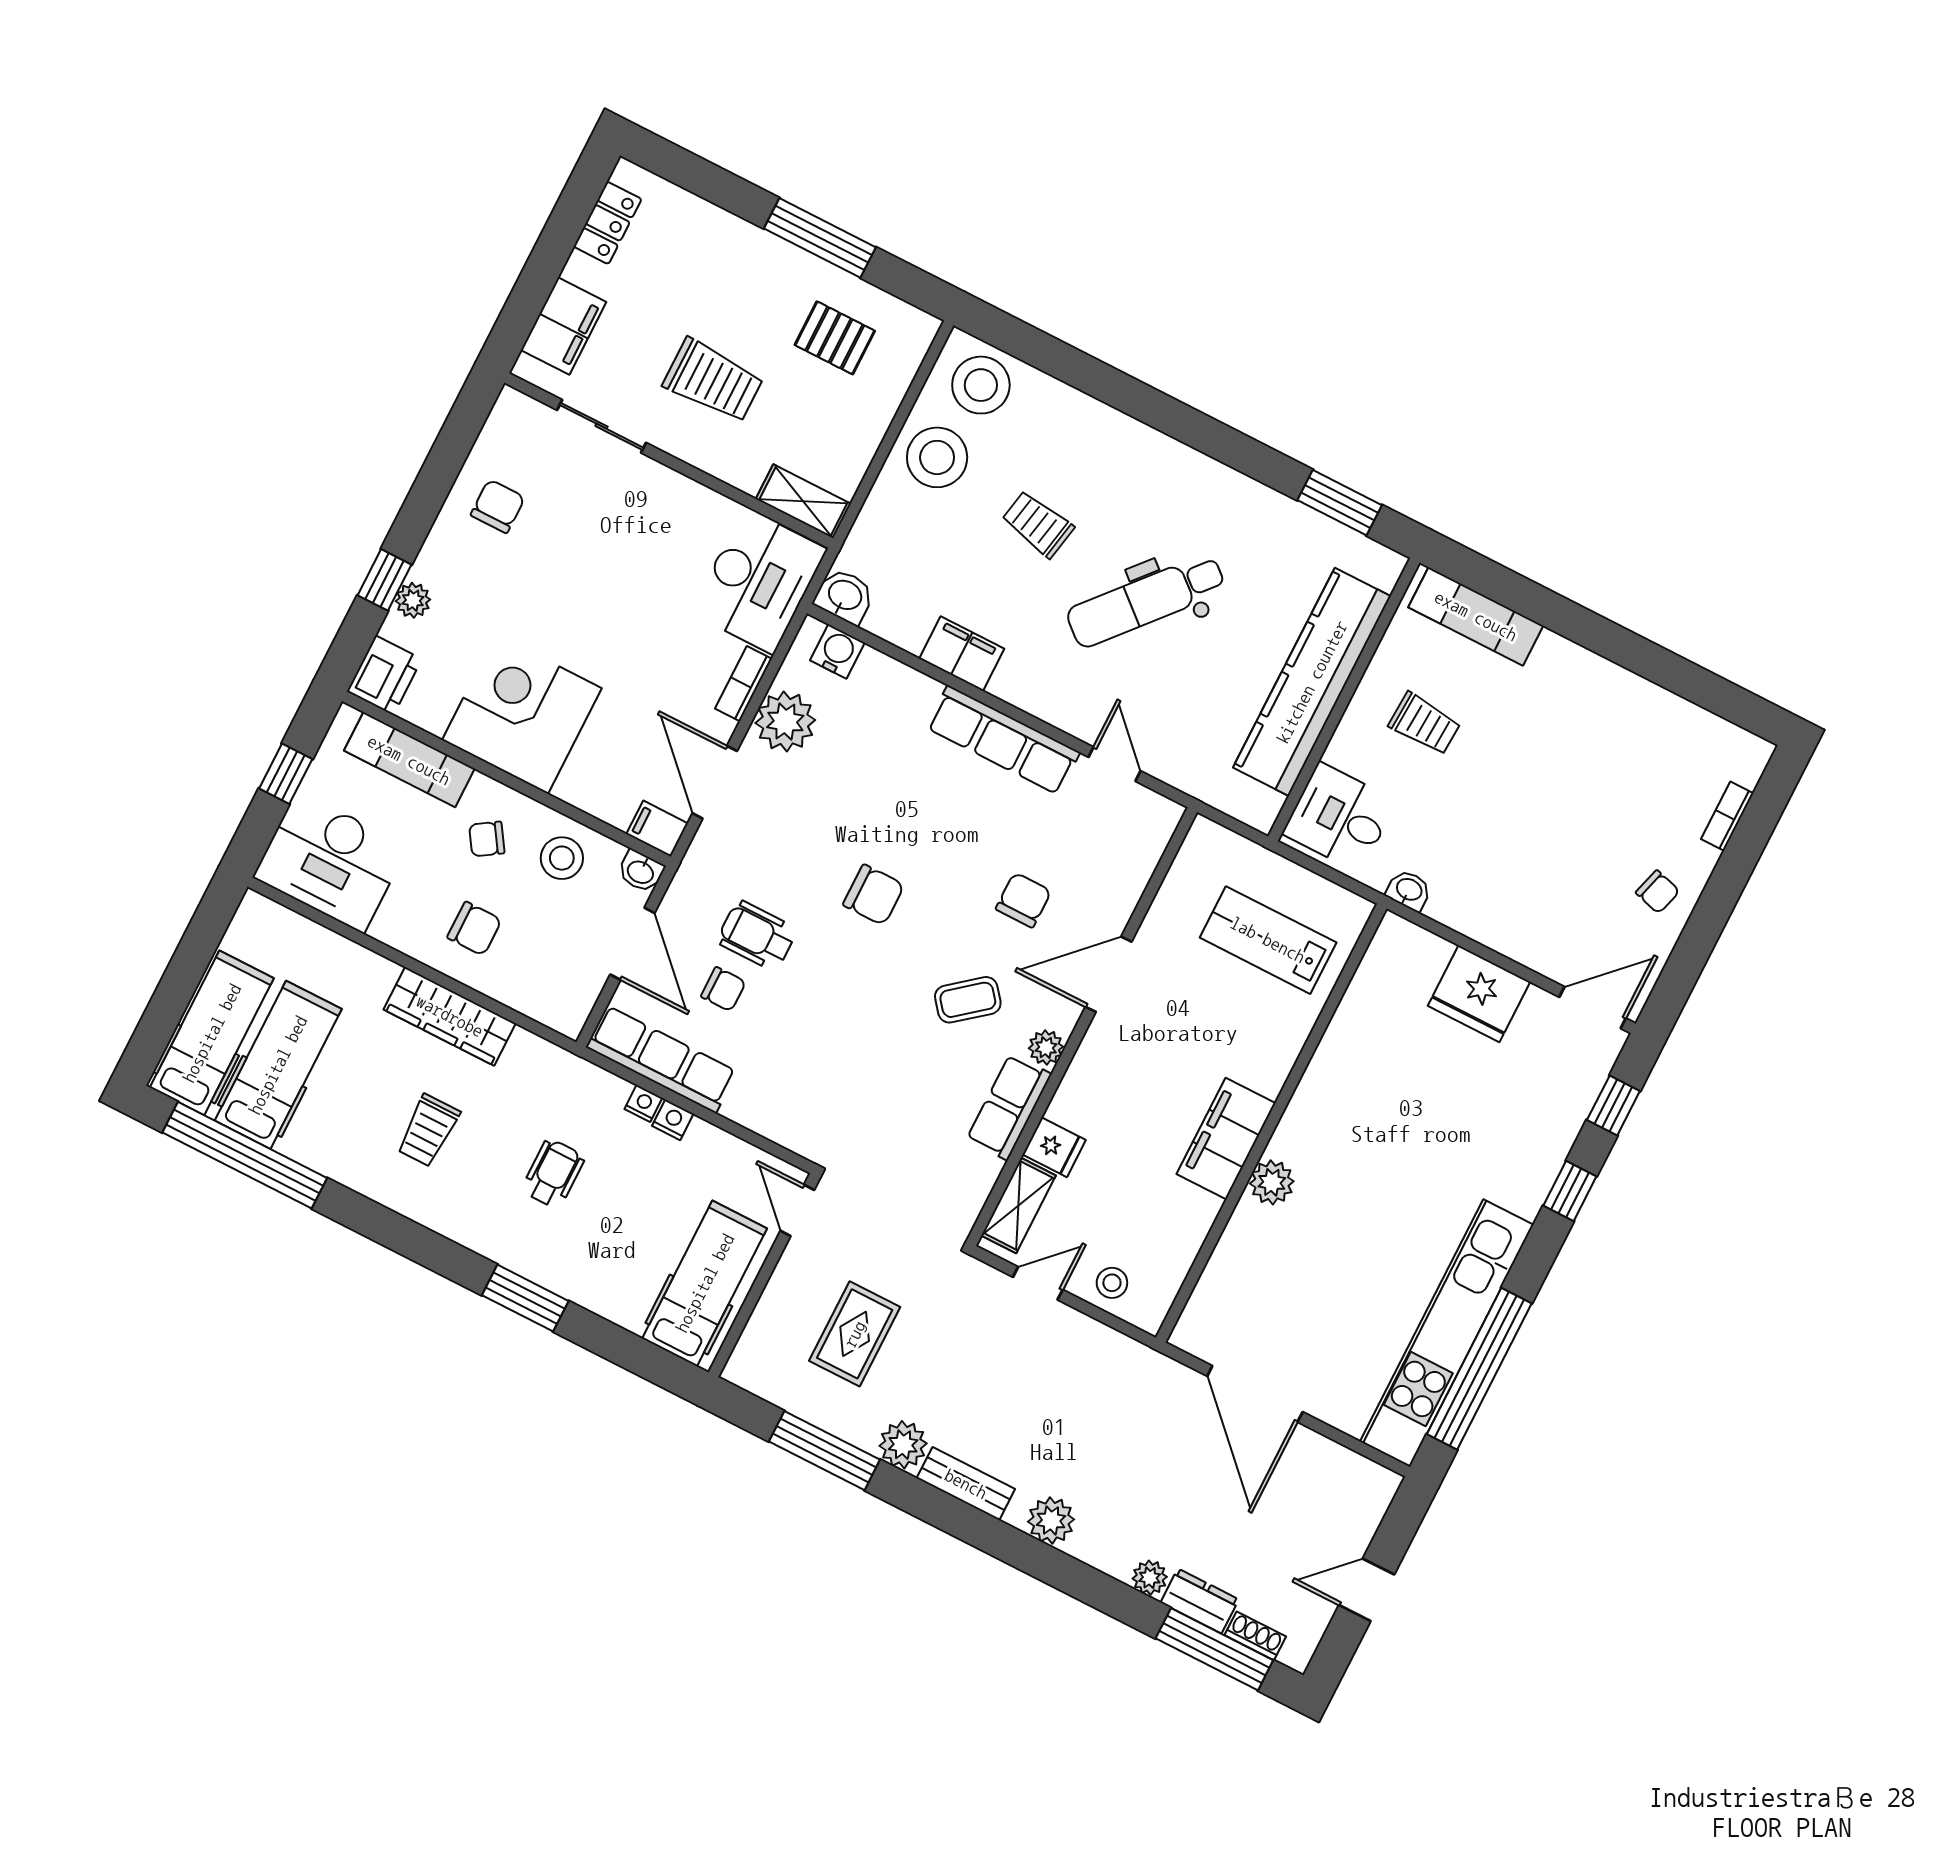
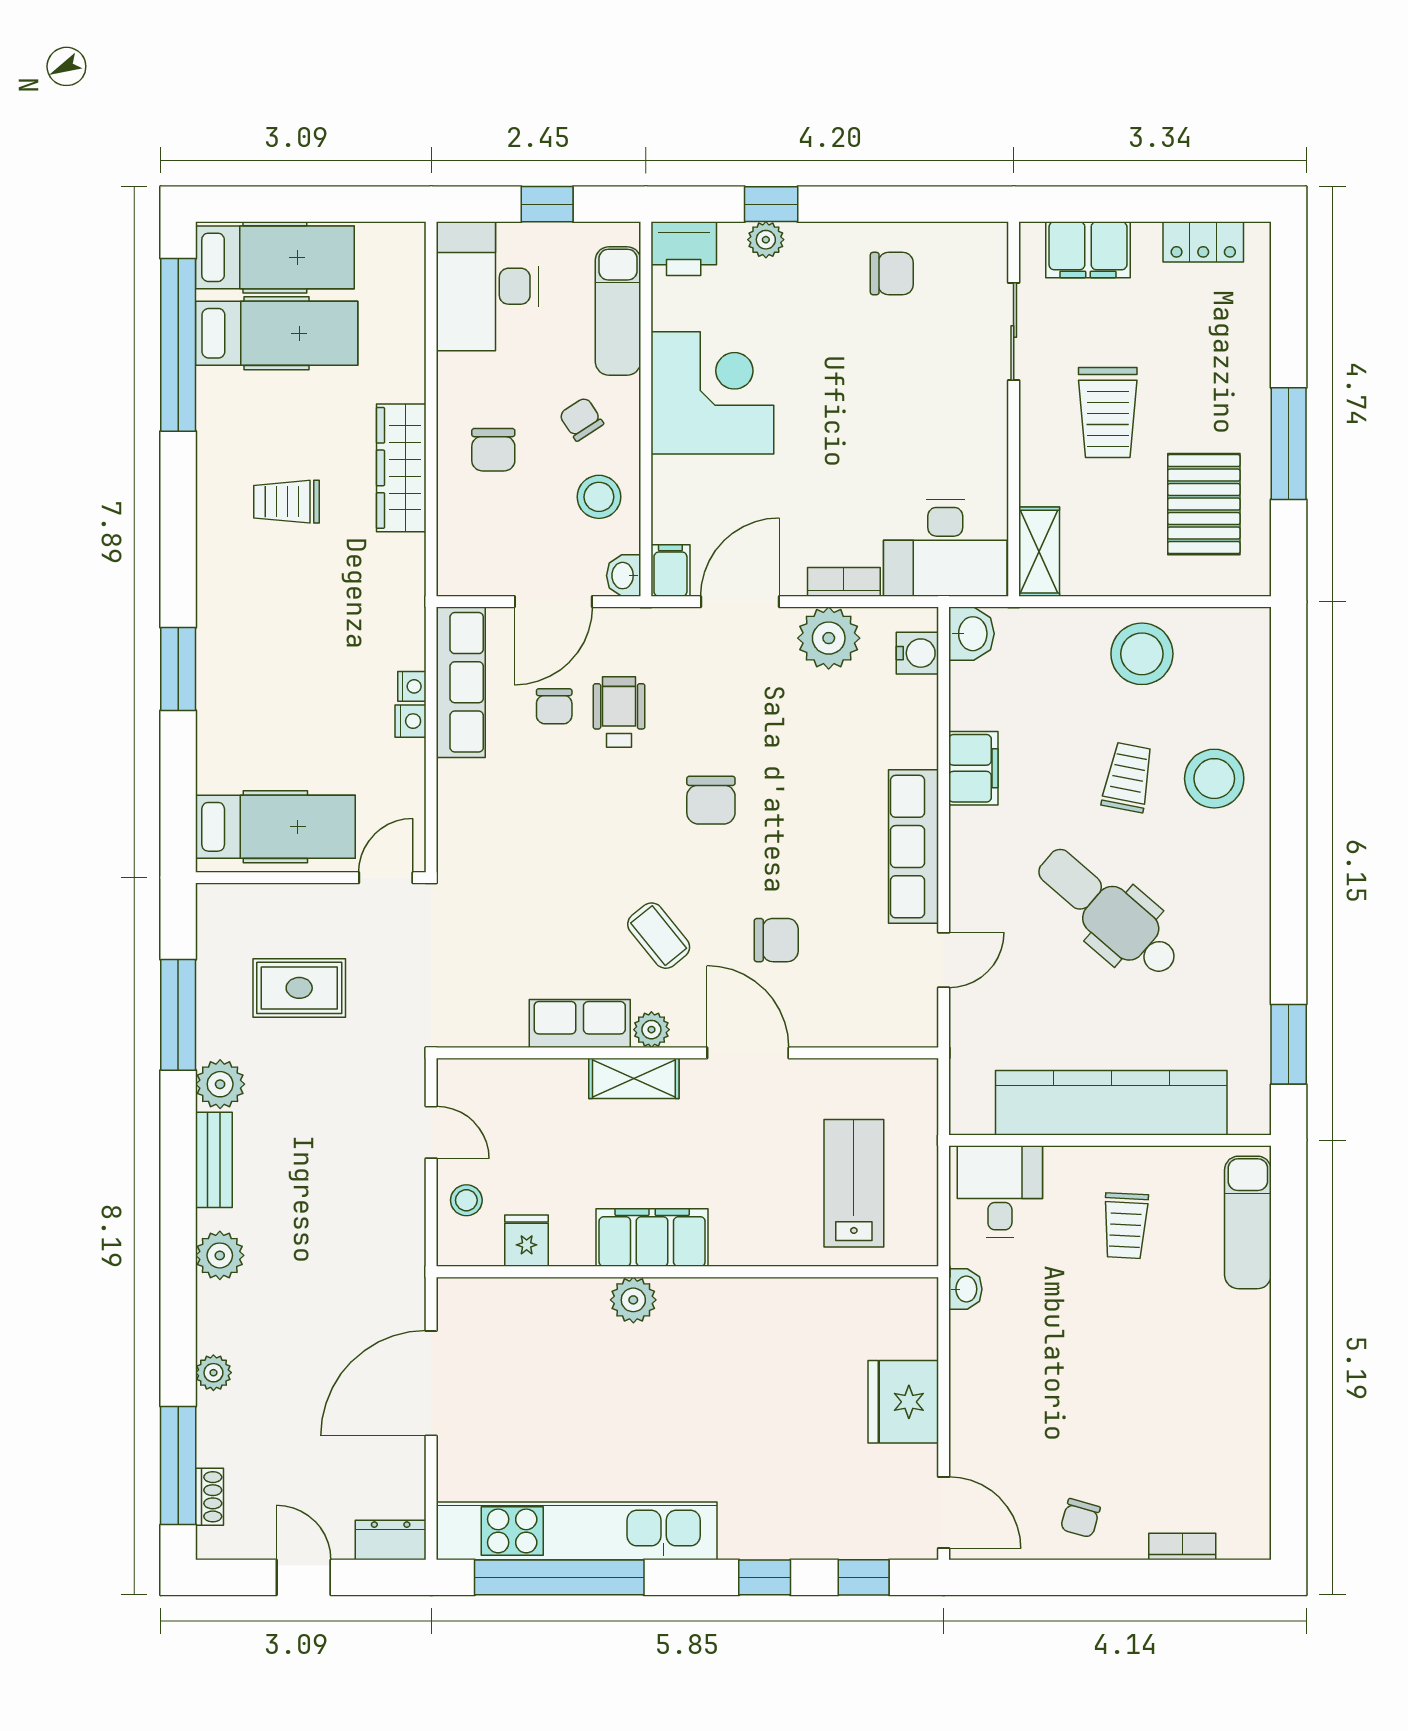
pallet: (835, 338) -> (1204, 504), width x1.50, depth x1.42
stool: (981, 385) -> (1214, 779), moved
fridge: (1054, 1147) -> (527, 1241), moved, turned 180
wheelchair: (553, 1173) -> (305, 636), removed
shelving: (1018, 1206) -> (634, 1078), moved
dresser: (1200, 1601) -> (391, 1540), moved, turned -90

